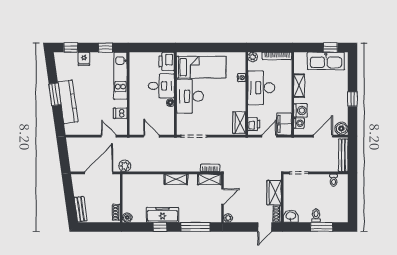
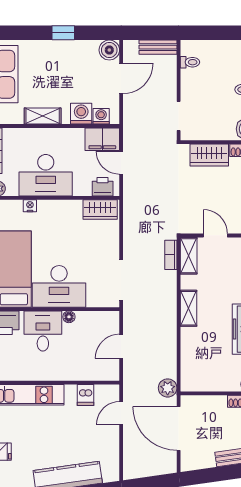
door: (323, 136) -> (121, 79), swing flipped
bench: (343, 155) -> (158, 47), width x0.73

